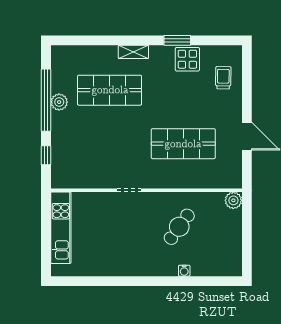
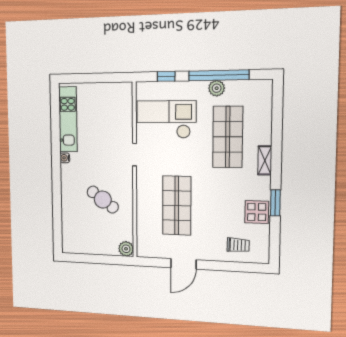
checkout: (91, 155) -> (166, 119), added
kitchen unit: (61, 228) -> (68, 119), moved, turned -90
water cooler: (184, 271) -> (65, 158), moved

